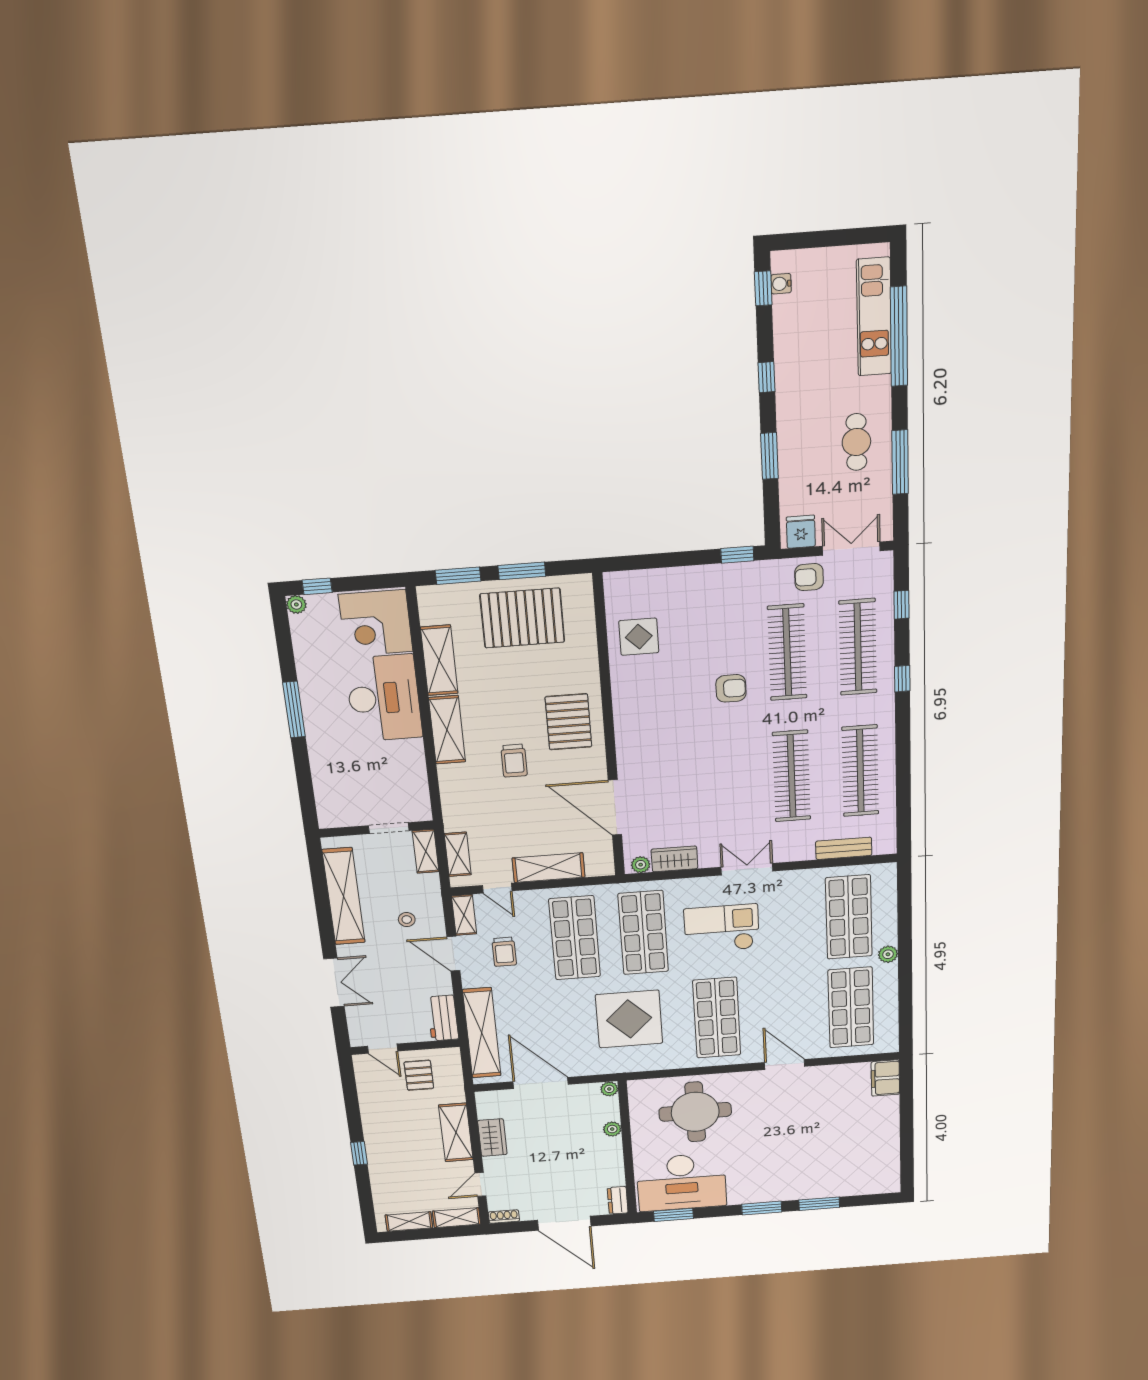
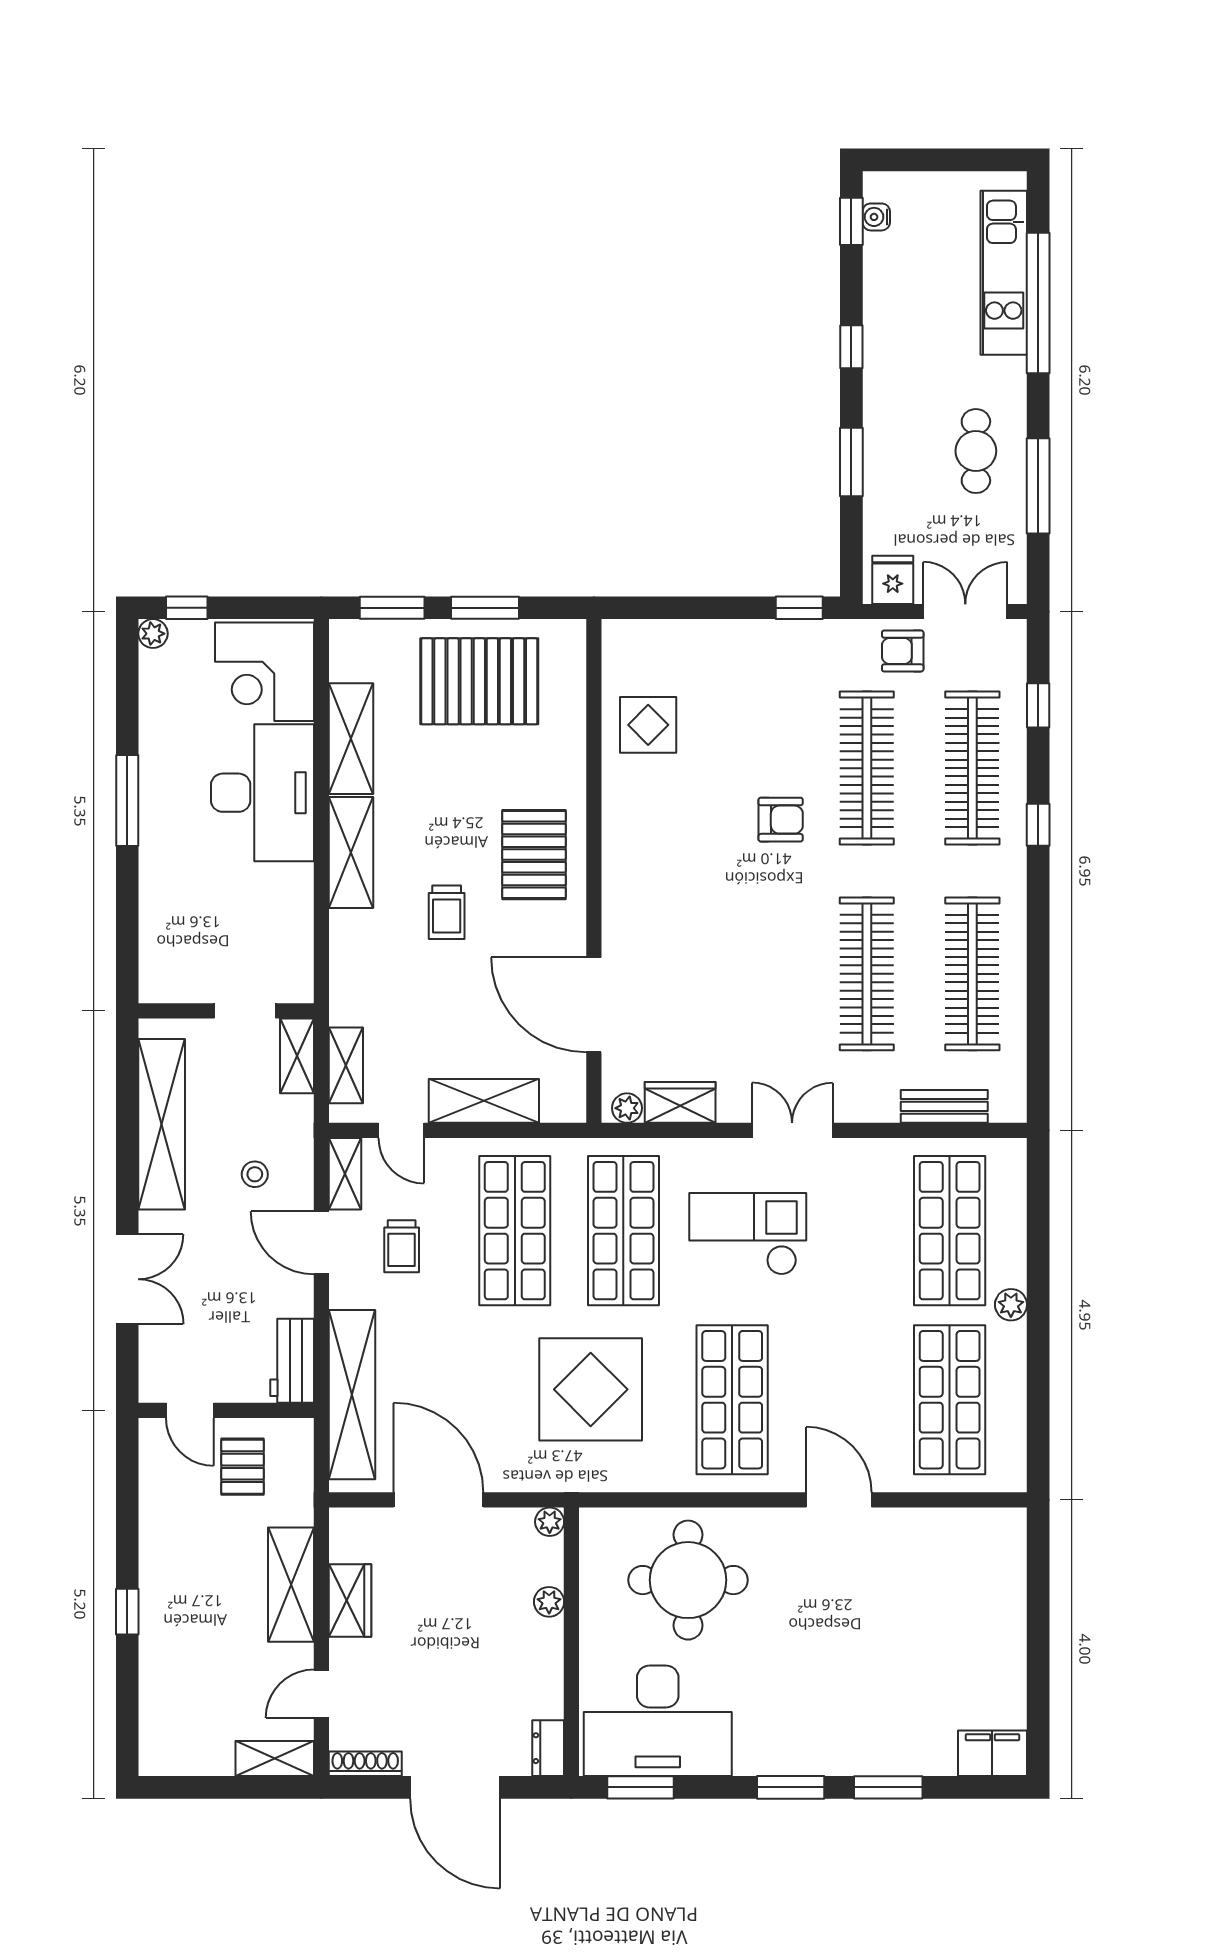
filing cabinet: (885, 1078) -> (992, 1753), moved, turned 90
shoe rack: (504, 1217) -> (365, 1764), width x1.43
shelving: (409, 1221) -> (194, 1759), removed

